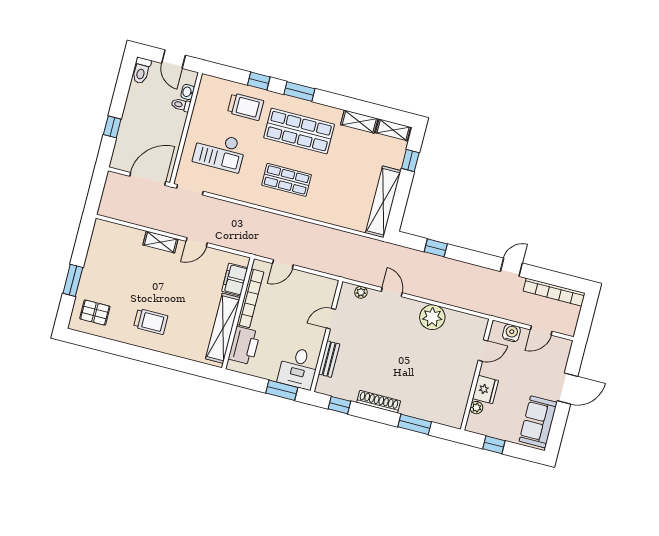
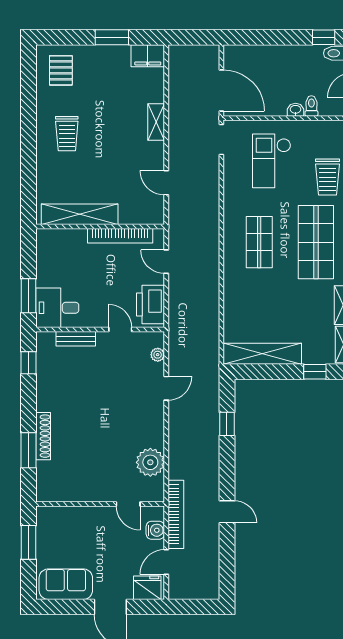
washbasin: (188, 92) -> (296, 110), moved
window: (112, 127) -> (324, 37), moved
door: (197, 242) -> (166, 183), moved
window: (73, 280) -> (112, 37), moved
filing cabinet: (235, 280) -> (148, 56), moved, turned 180
bookcase: (554, 292) -> (176, 514), moved, turned 180
plant: (432, 317) -> (150, 462), moved
door: (541, 330) -> (166, 562), hinge flipped
printer: (244, 346) -> (151, 305), moved, turned 90
fridge: (485, 390) -> (147, 588), moved, turned 180
shoe rack: (379, 402) -> (43, 436), moved
plant: (476, 408) -> (64, 513), removed
window: (494, 445) -> (28, 542), width x1.50

